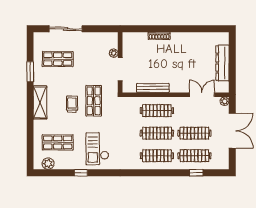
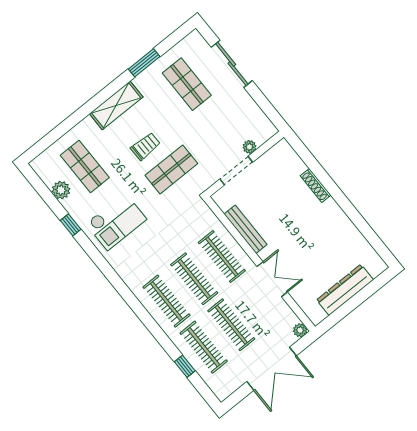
double door: (202, 95) -> (272, 279), moved
checkout: (97, 149) -> (116, 221), turned 180
plant: (48, 164) -> (61, 190), moved

